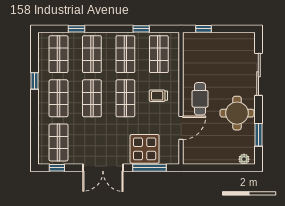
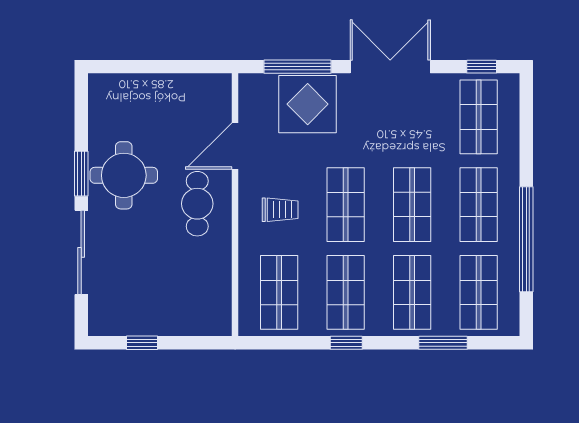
window: (76, 29) -> (443, 343), width x1.50
window: (141, 29) -> (346, 343), moved
window: (203, 29) -> (142, 343), moved
window: (35, 81) -> (526, 239), width x3.17
window: (258, 135) -> (81, 174), moved
plant: (244, 159) -> (110, 84), removed

